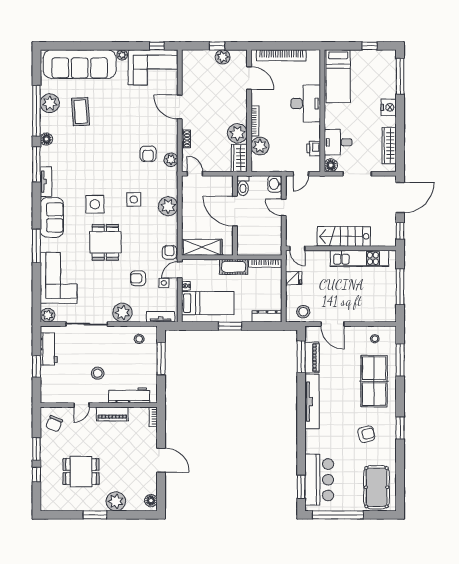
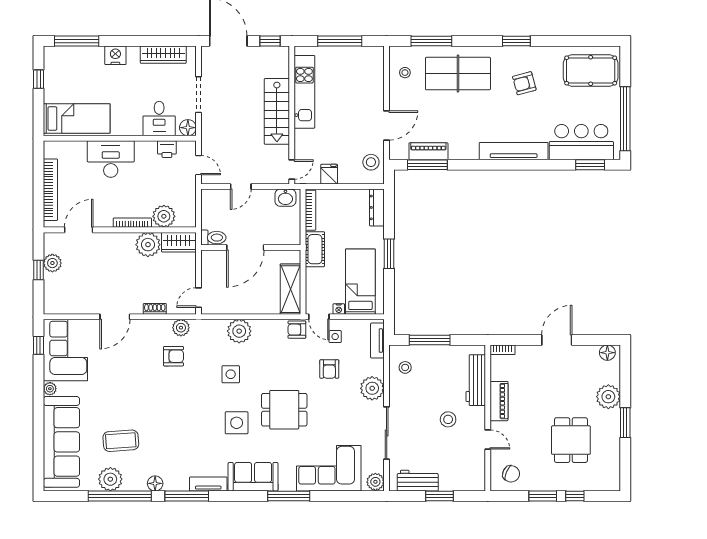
washbasin: (275, 184) -> (285, 198), moved
tv unit: (312, 402) -> (514, 151), moved
armchair: (366, 434) -> (524, 83), turned -91

